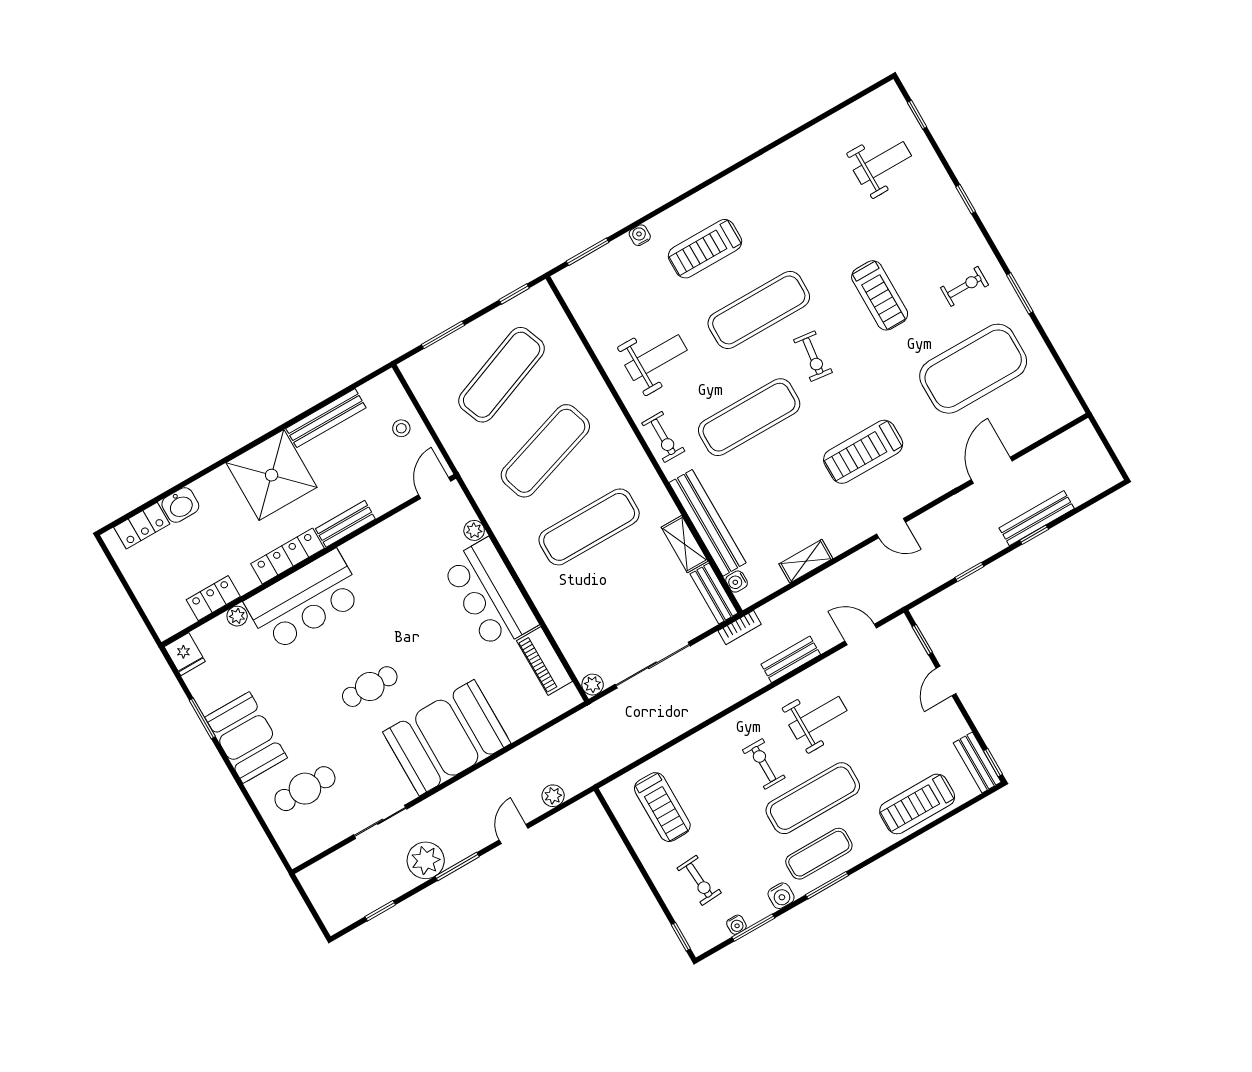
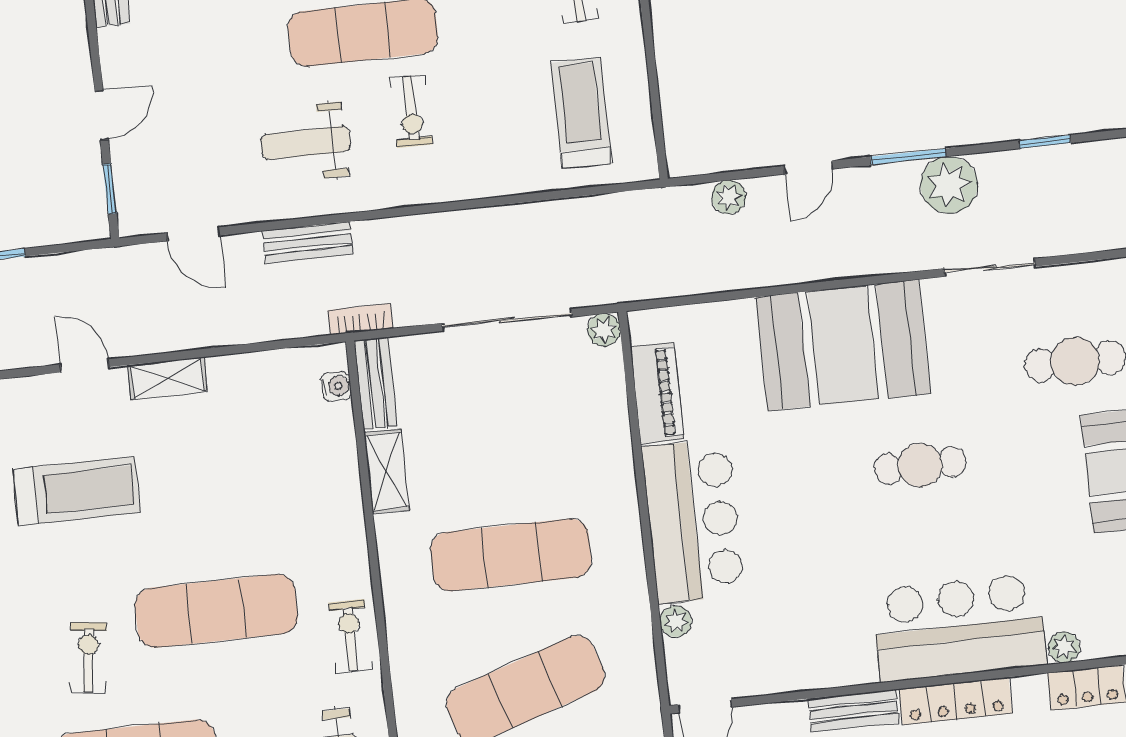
bench: (708, 523) -> (341, 487), removed
shelving: (806, 561) -> (168, 378), moved

